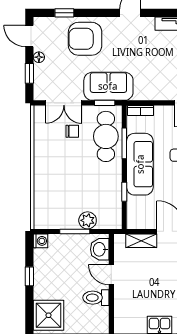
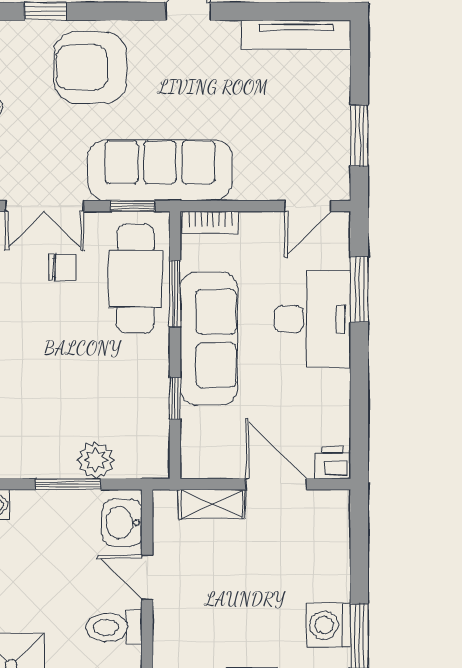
sofa: (108, 86) -> (160, 170), width x1.36

